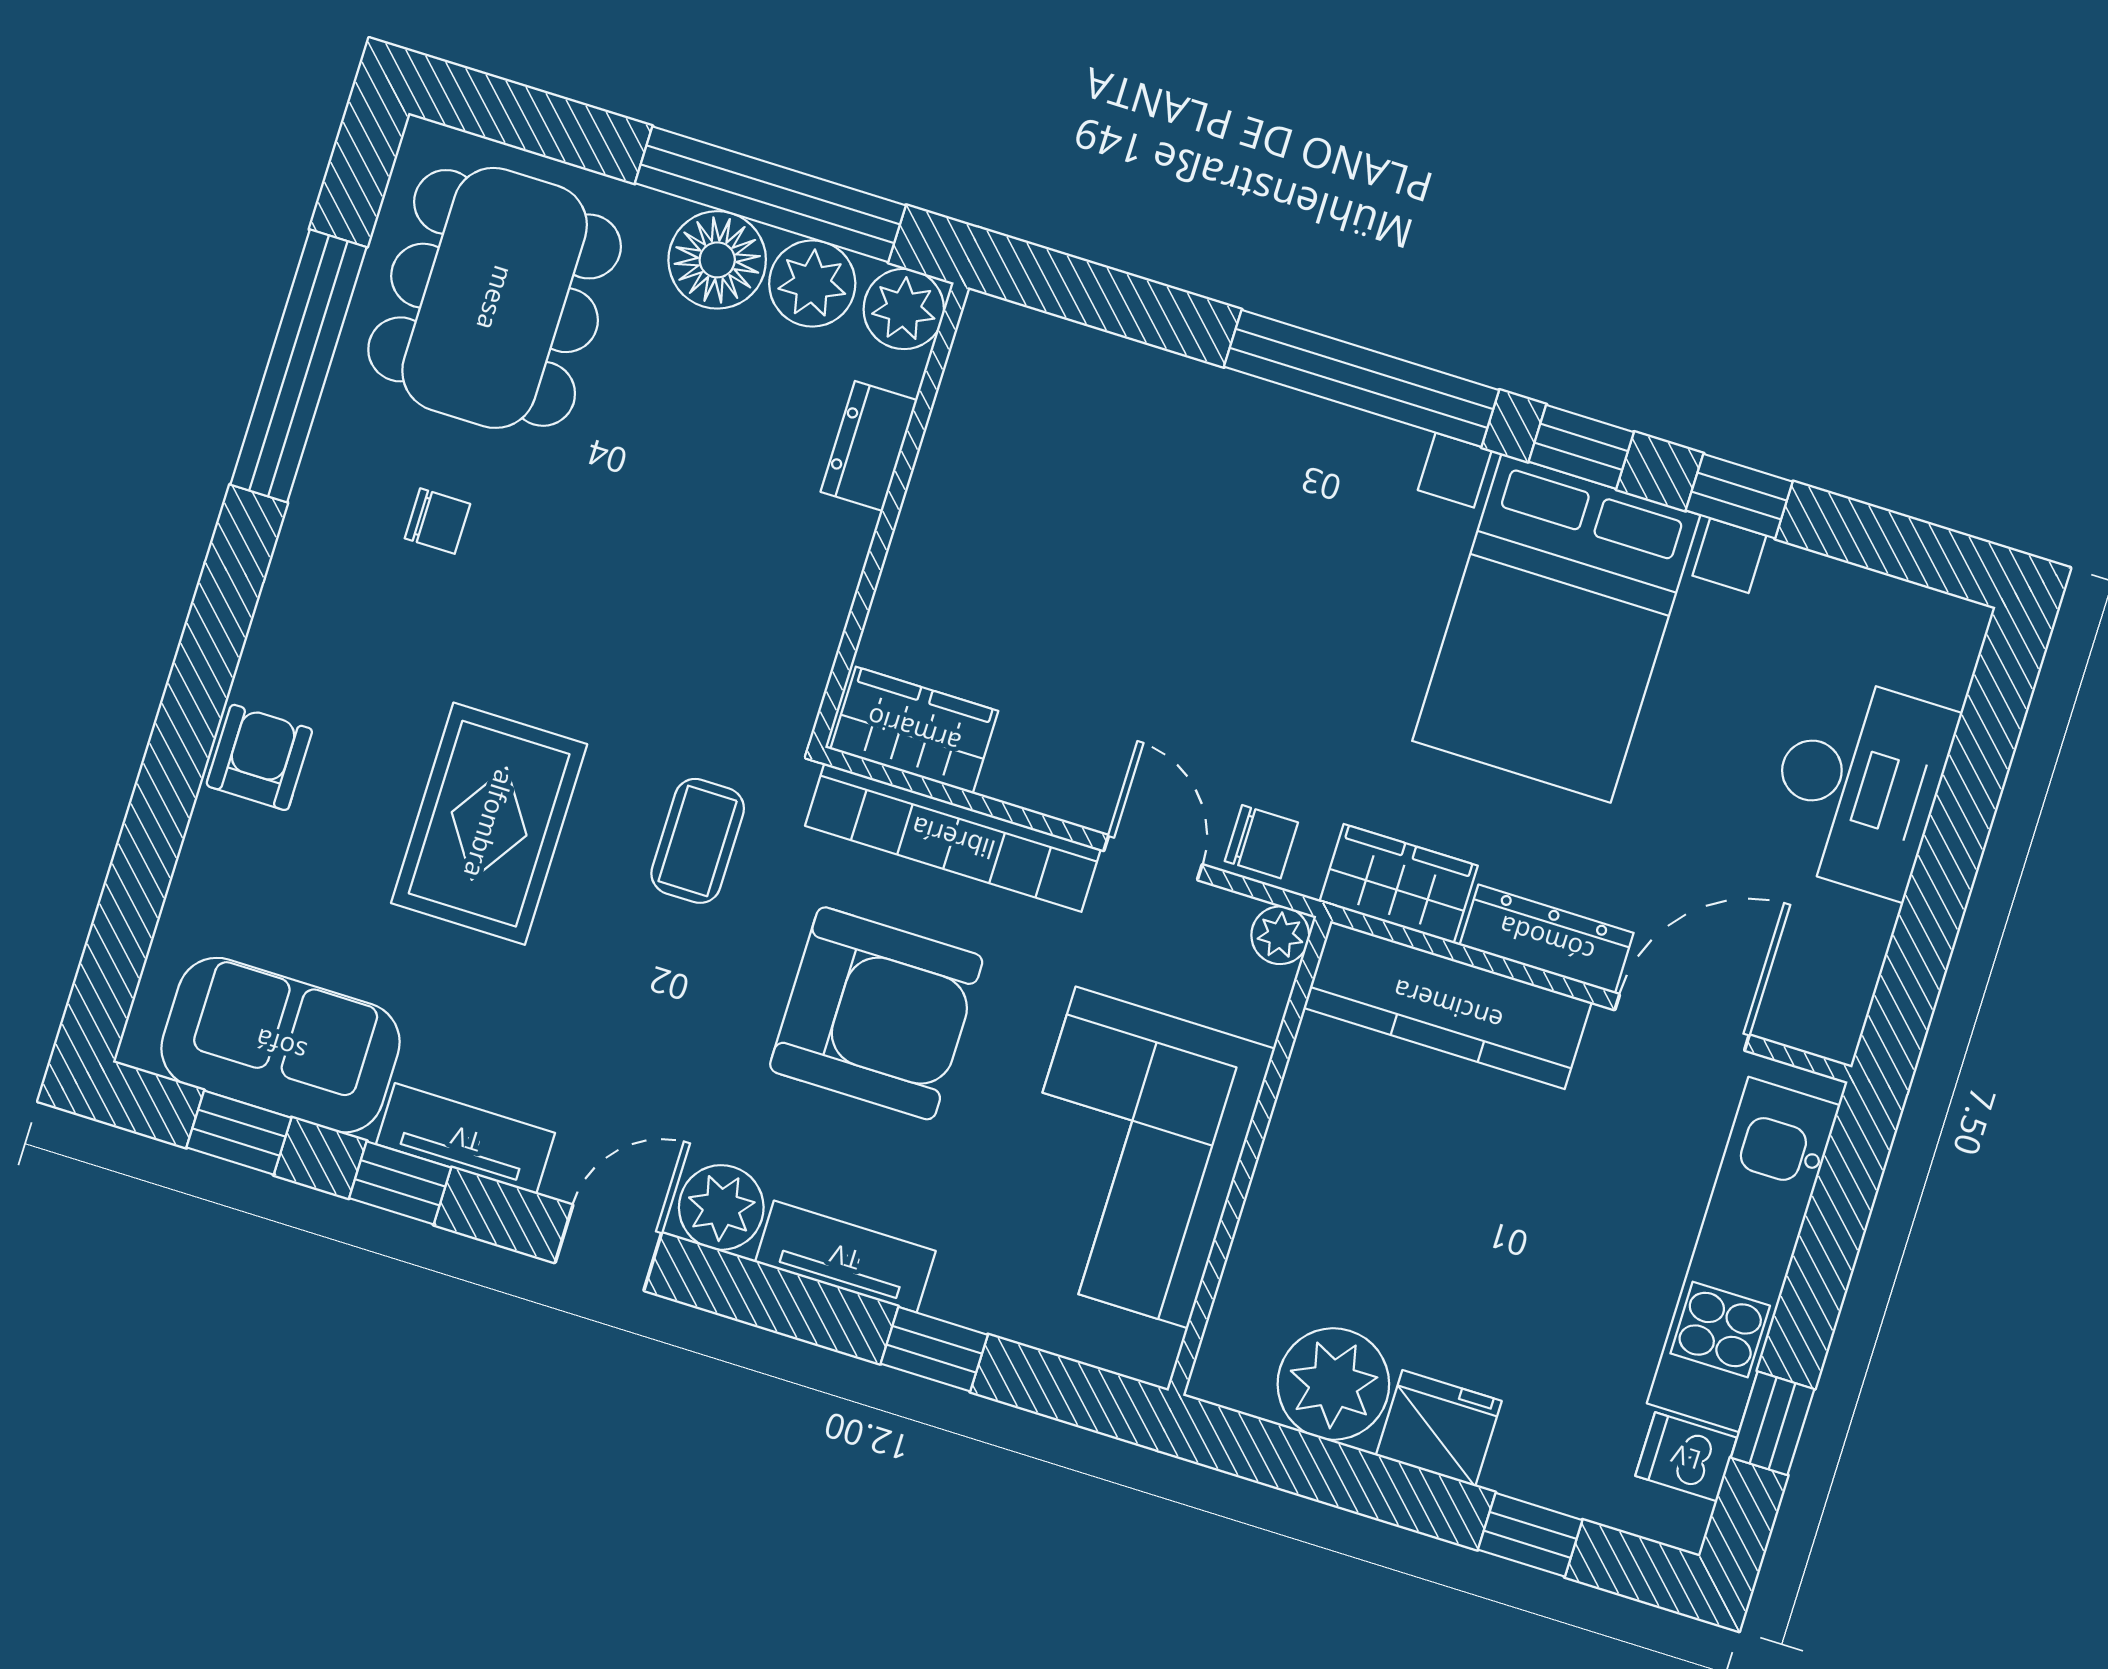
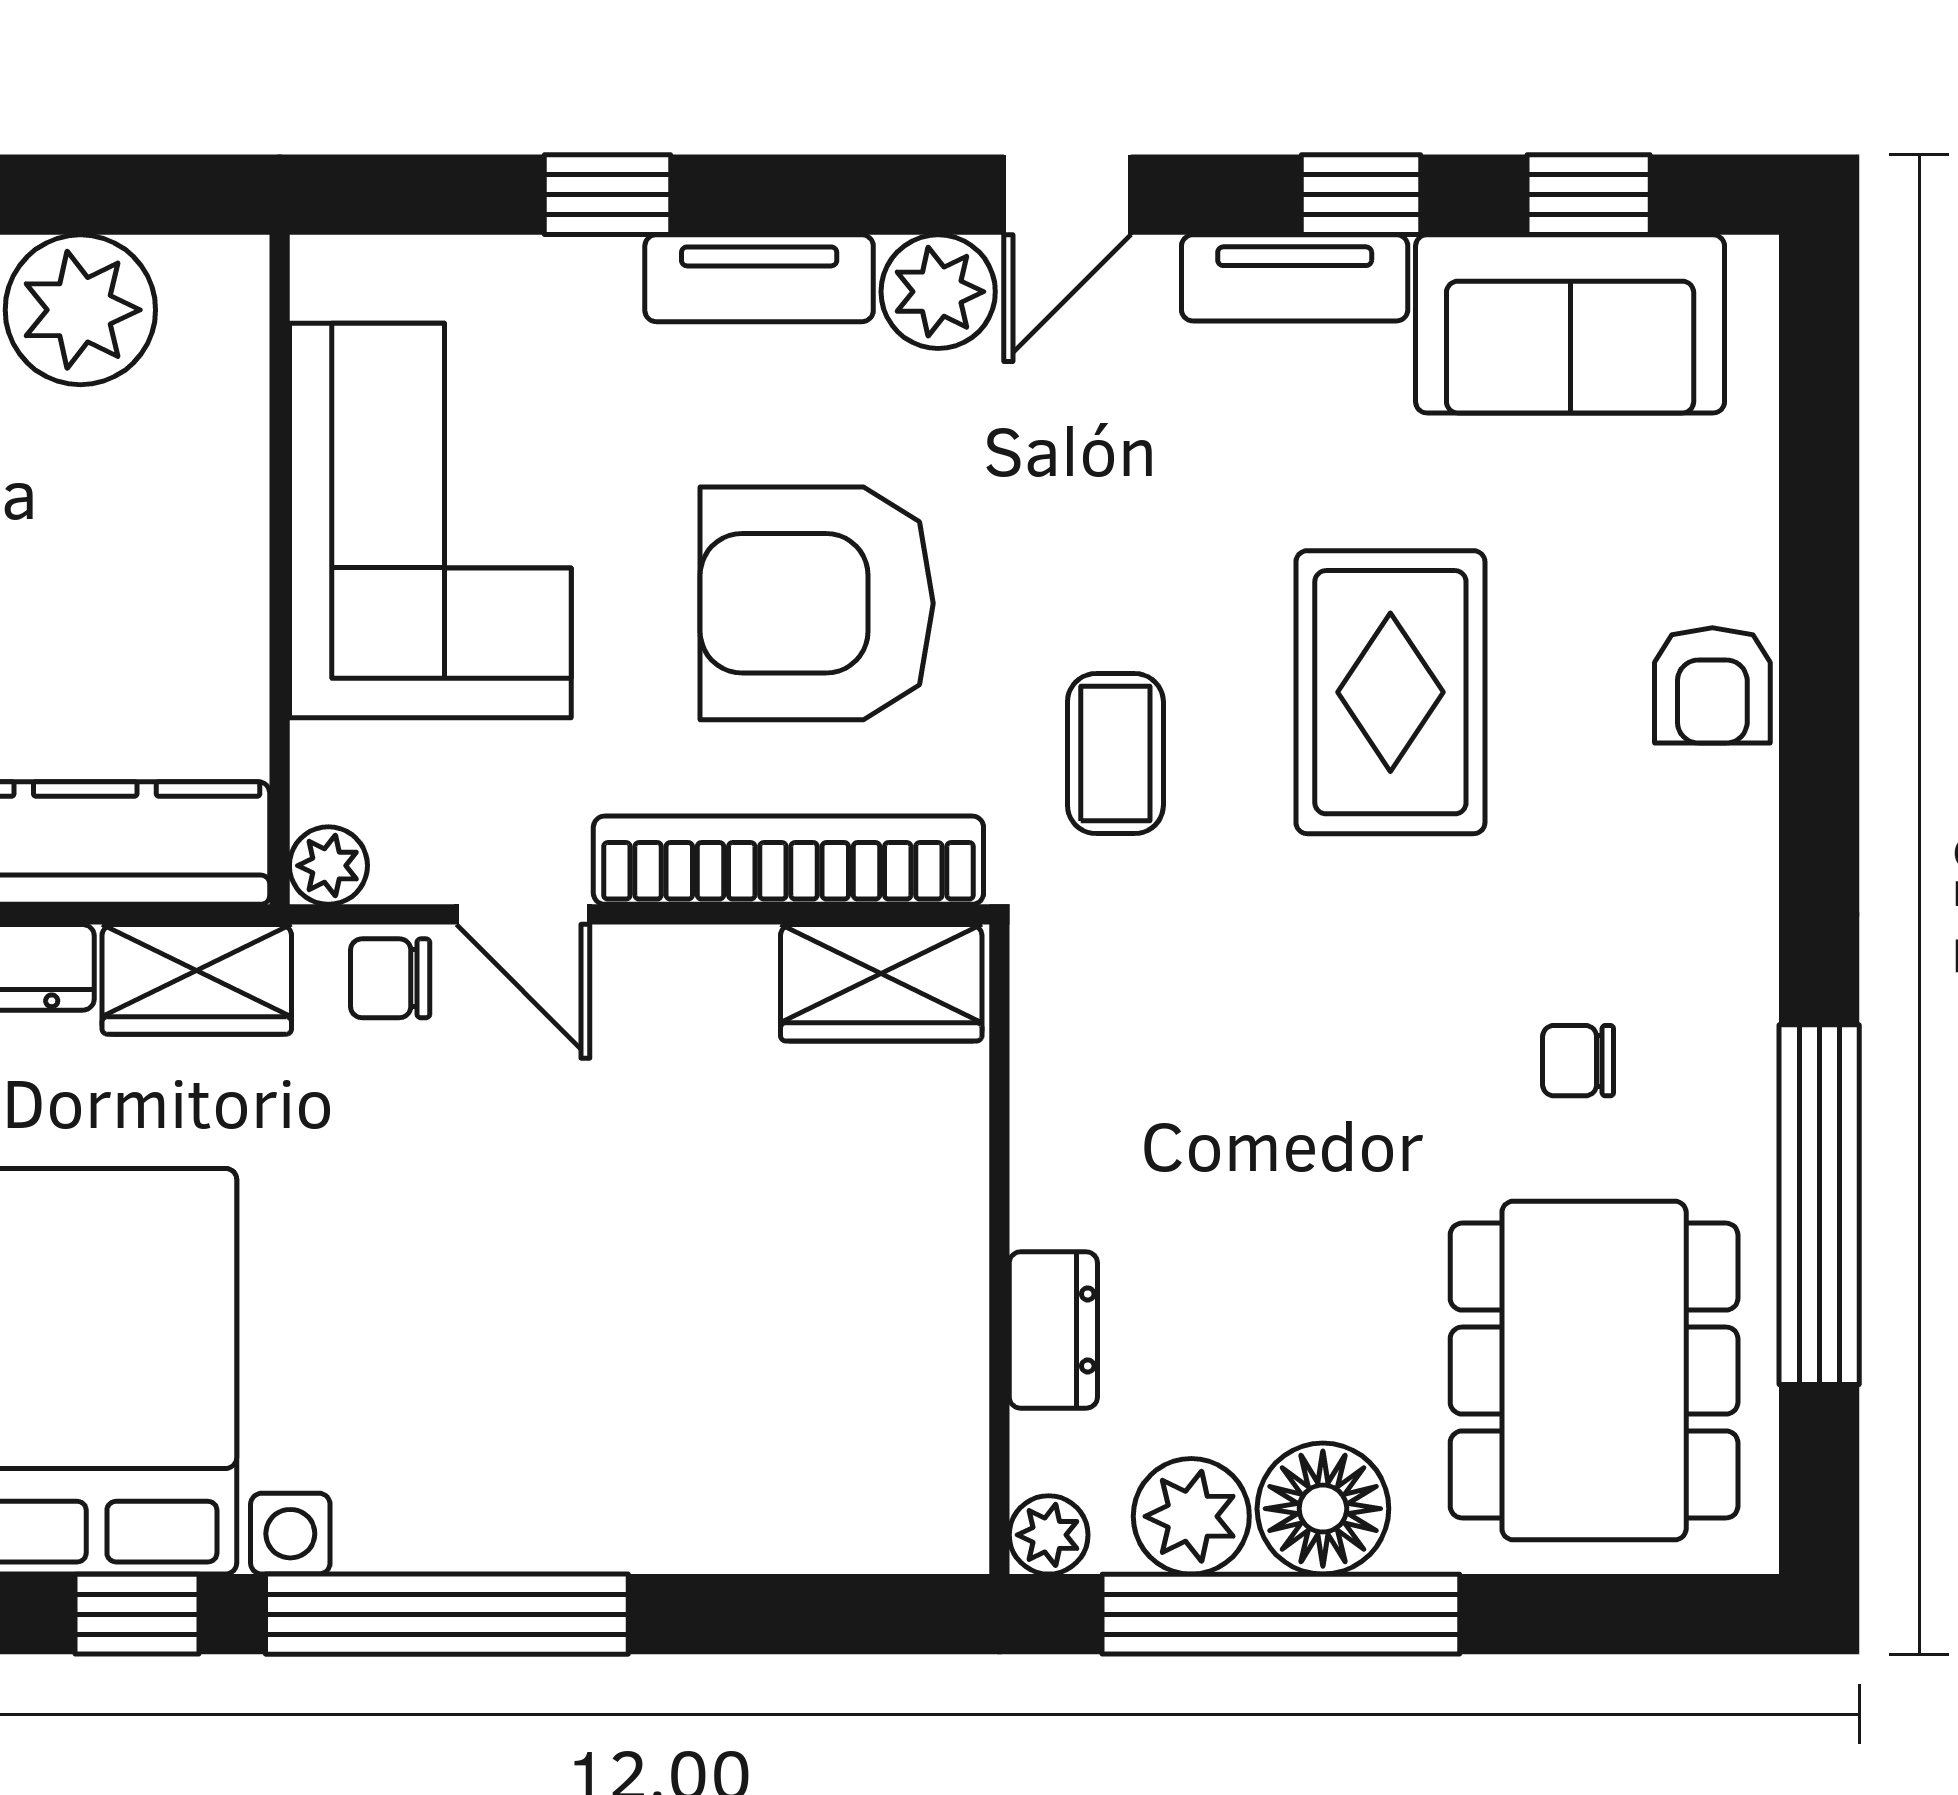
plant: (904, 309) -> (1049, 1535), width x0.73, depth x0.73

